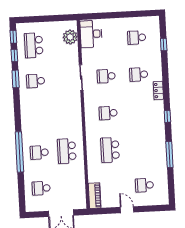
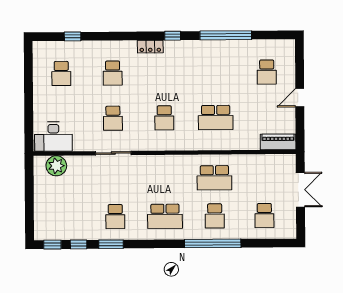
school desk: (34, 45) -> (165, 216), moved
locker: (158, 90) -> (150, 47), moved
window: (169, 154) -> (226, 35), width x1.46

